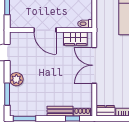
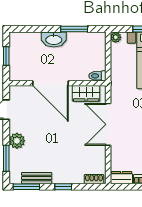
door: (45, 30) -> (50, 83), width x1.36
bench: (60, 111) -> (37, 178), moved
window: (72, 118) -> (63, 187), moved

